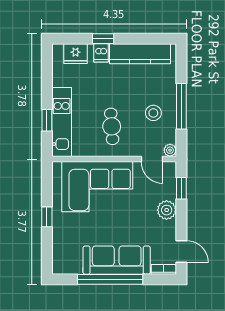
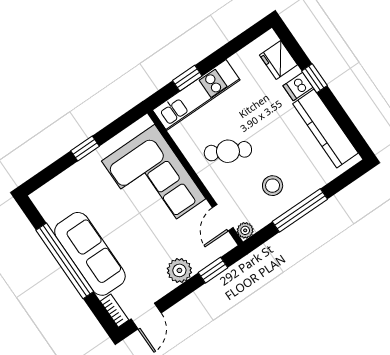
cafe table: (112, 126) -> (228, 151), turned 32

